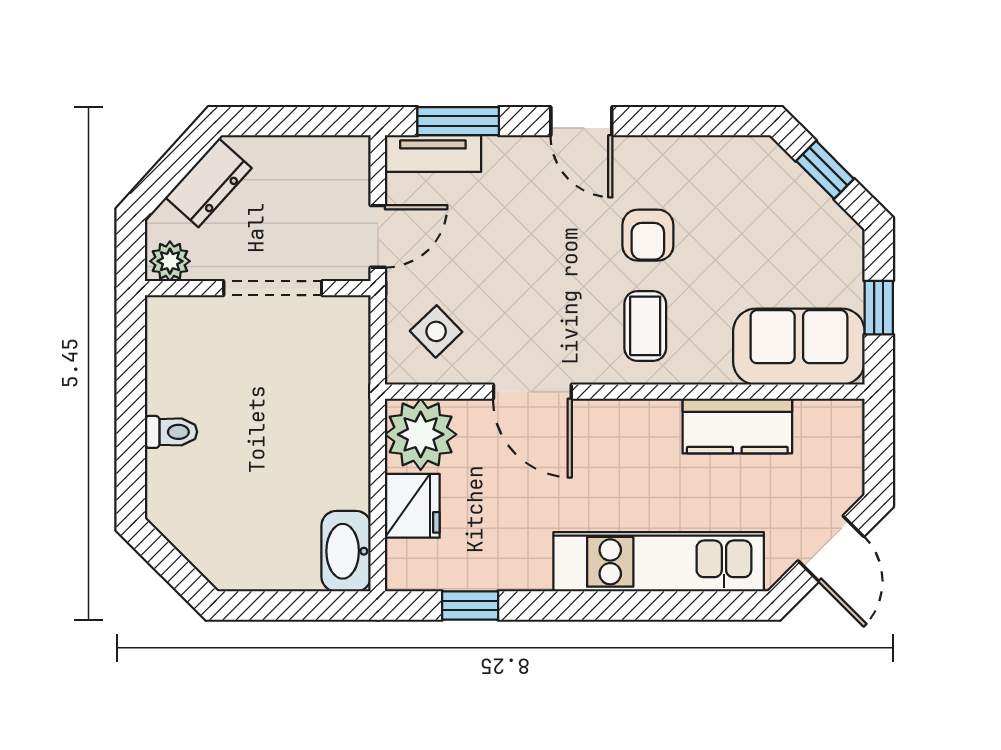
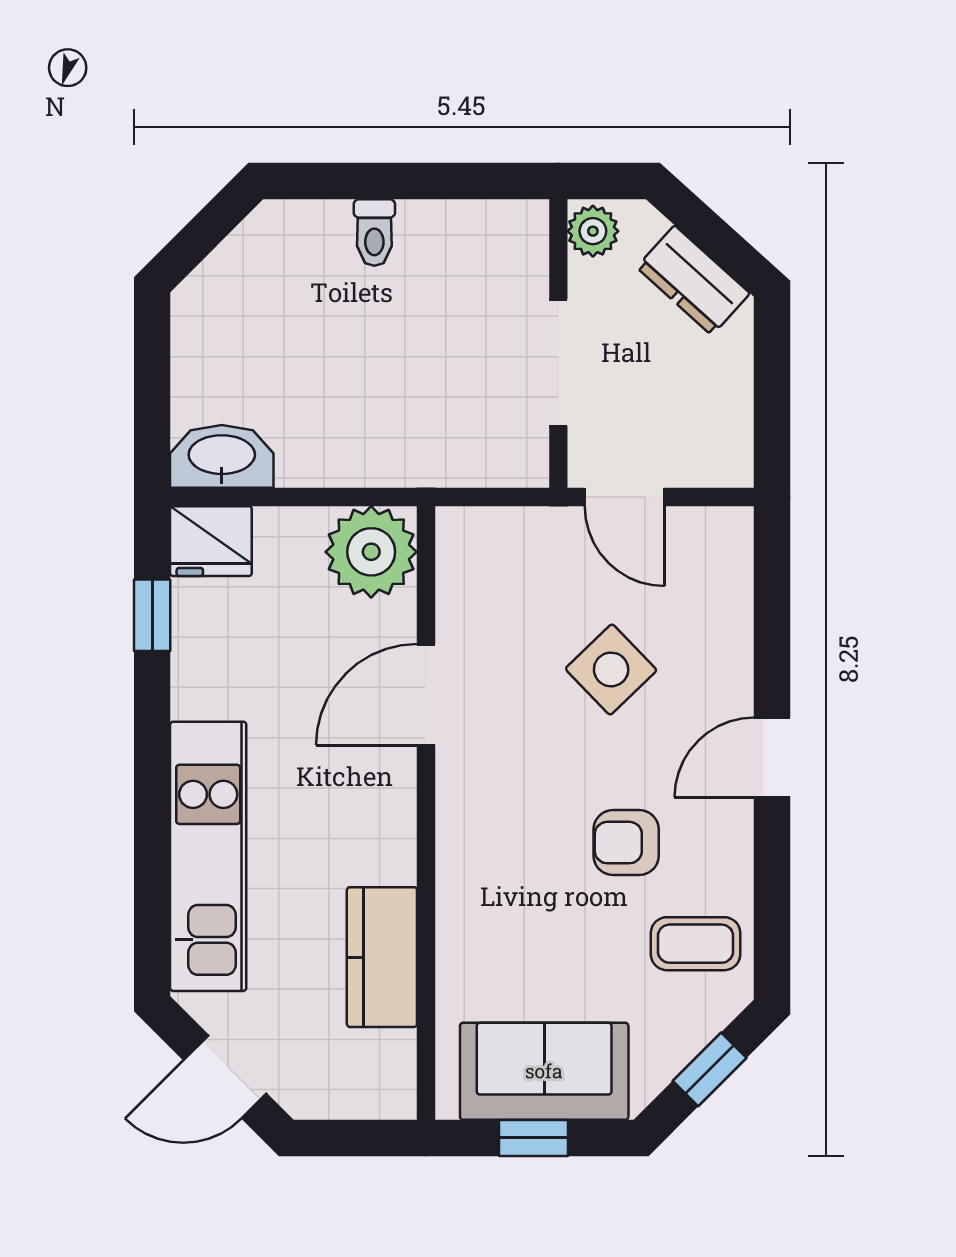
window: (458, 121) -> (772, 600), removed
tv unit: (433, 154) -> (730, 568), removed
coffee table: (645, 326) -> (696, 944), moved
side table: (436, 331) -> (611, 669), moved, width x1.37, depth x1.37
sofa: (799, 347) -> (544, 1071), moved, turned -90
fridge: (412, 506) -> (211, 541), moved

